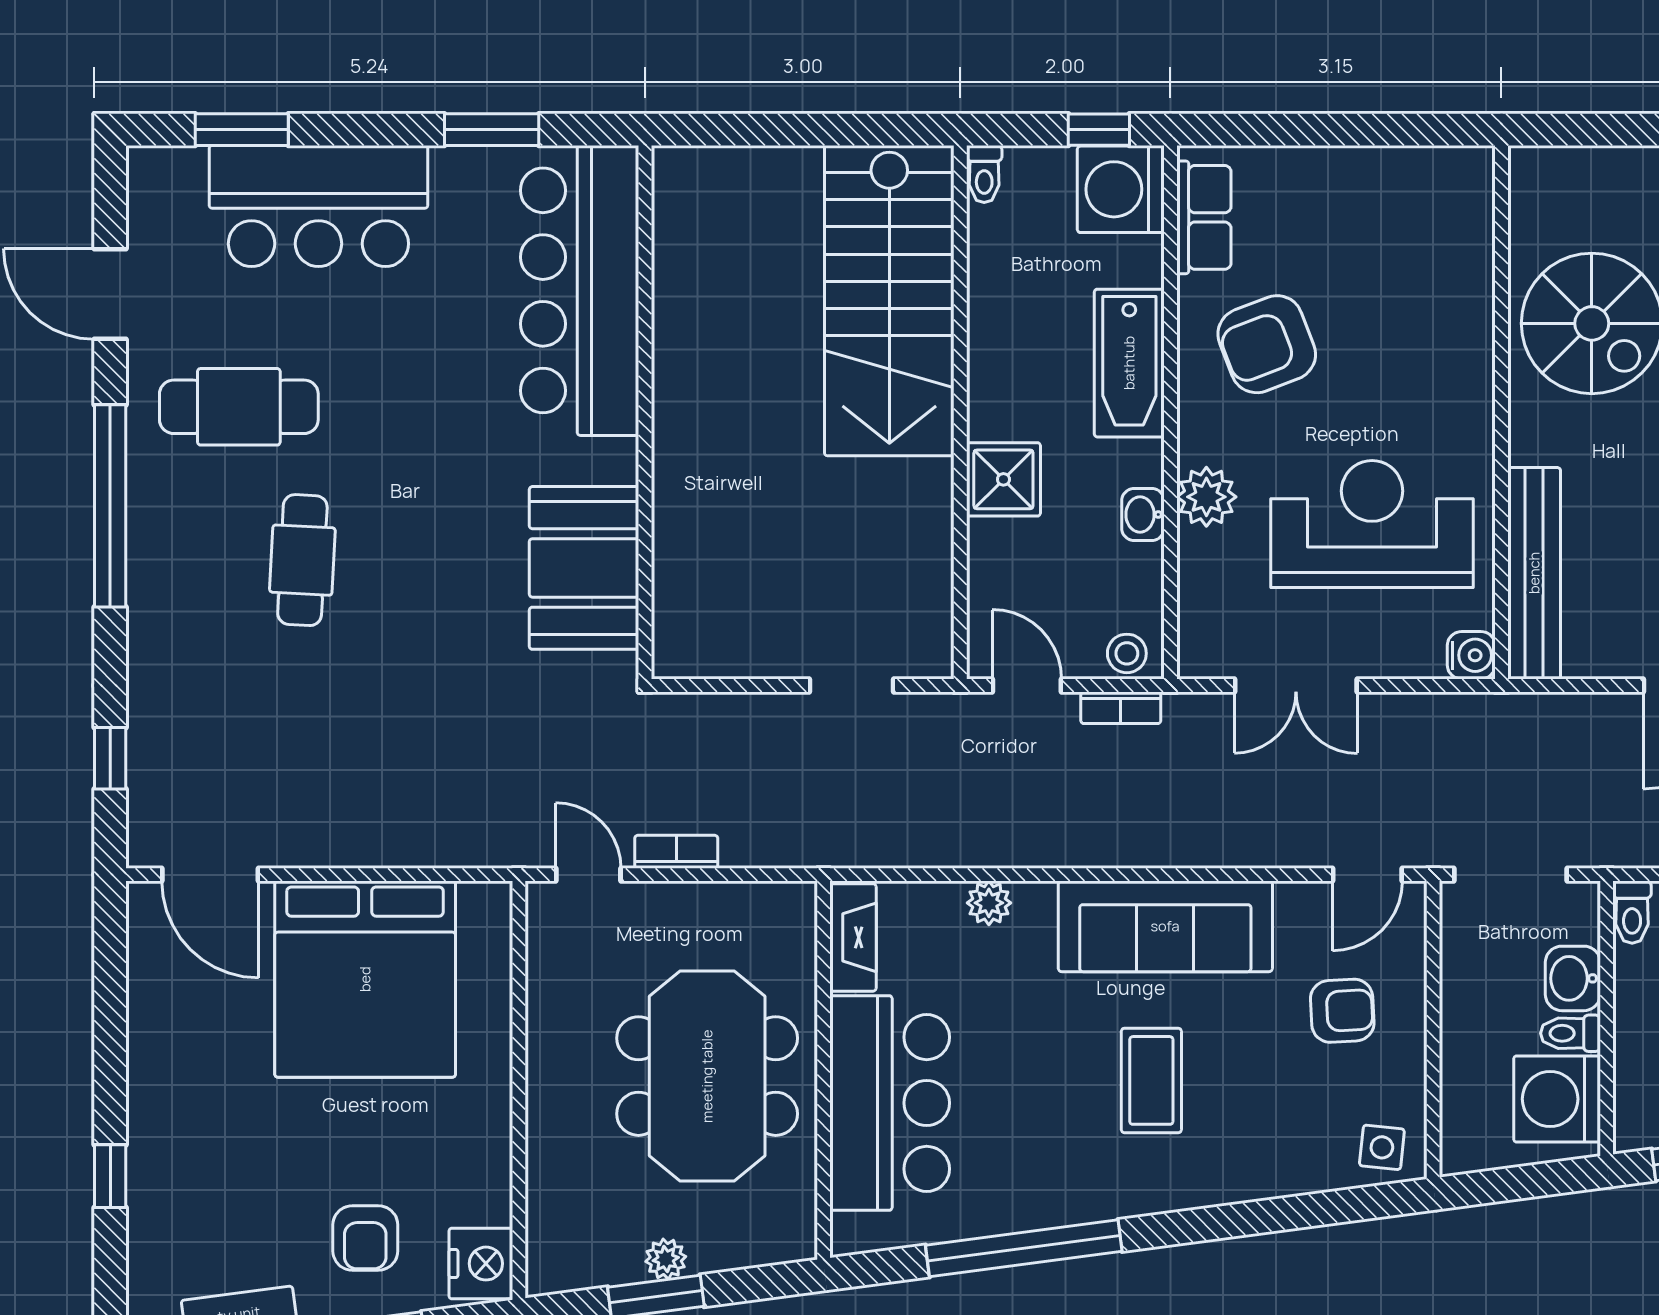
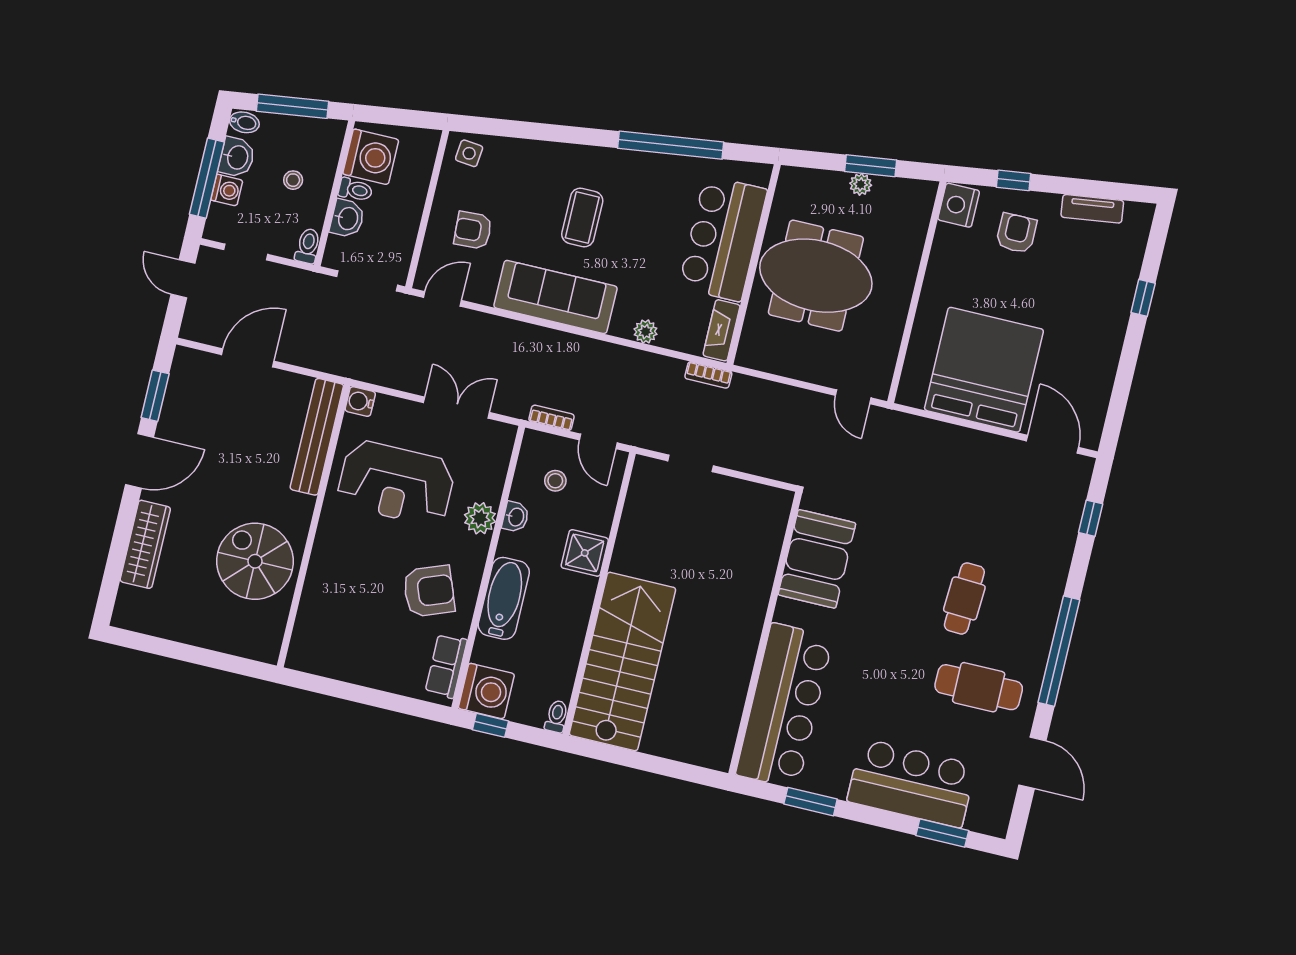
stool: (1127, 653) -> (555, 481), moved
bookcase: (676, 852) -> (708, 375), moved
meeting table: (707, 1076) -> (816, 276), turned 90

